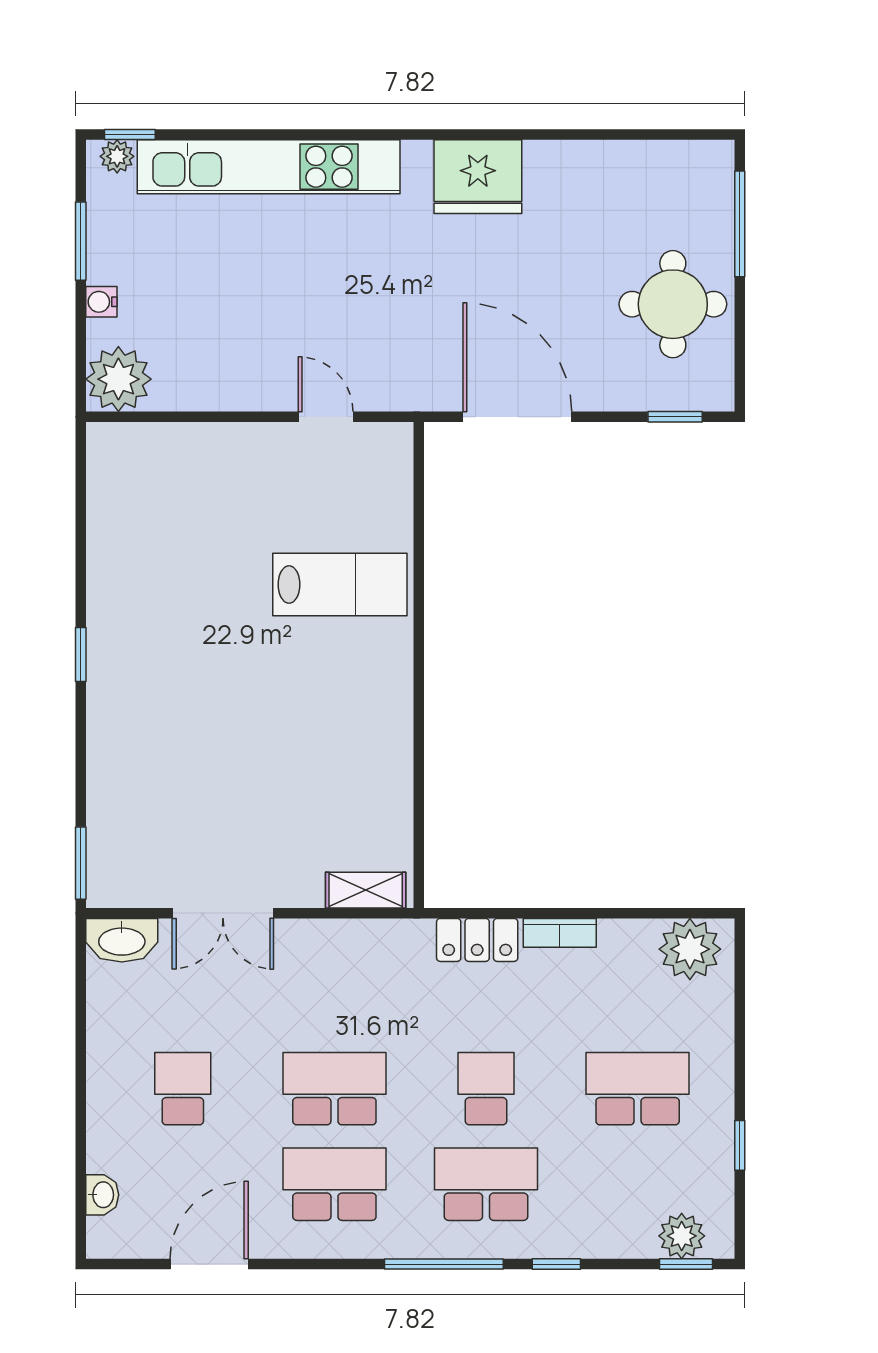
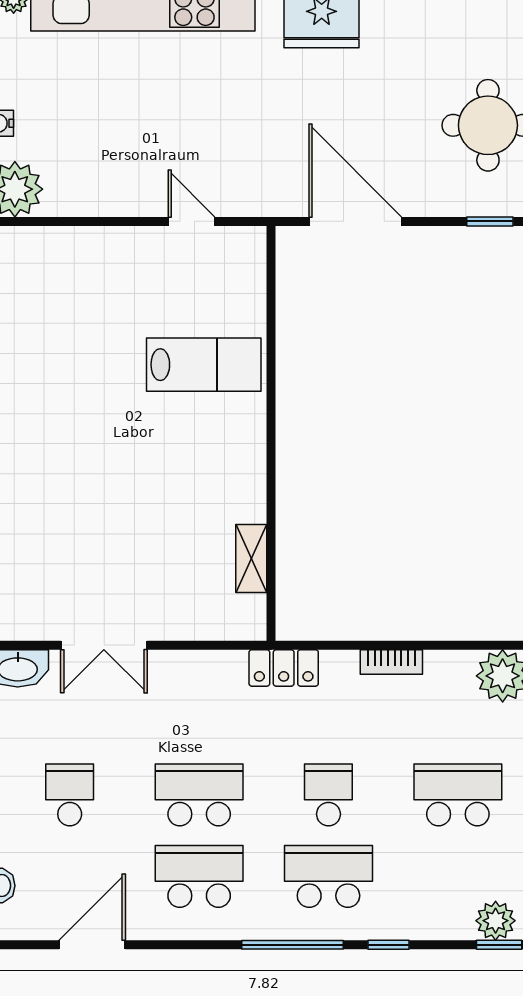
shelving: (366, 890) -> (251, 559), moved, turned 90
locker: (477, 940) -> (284, 668), moved

